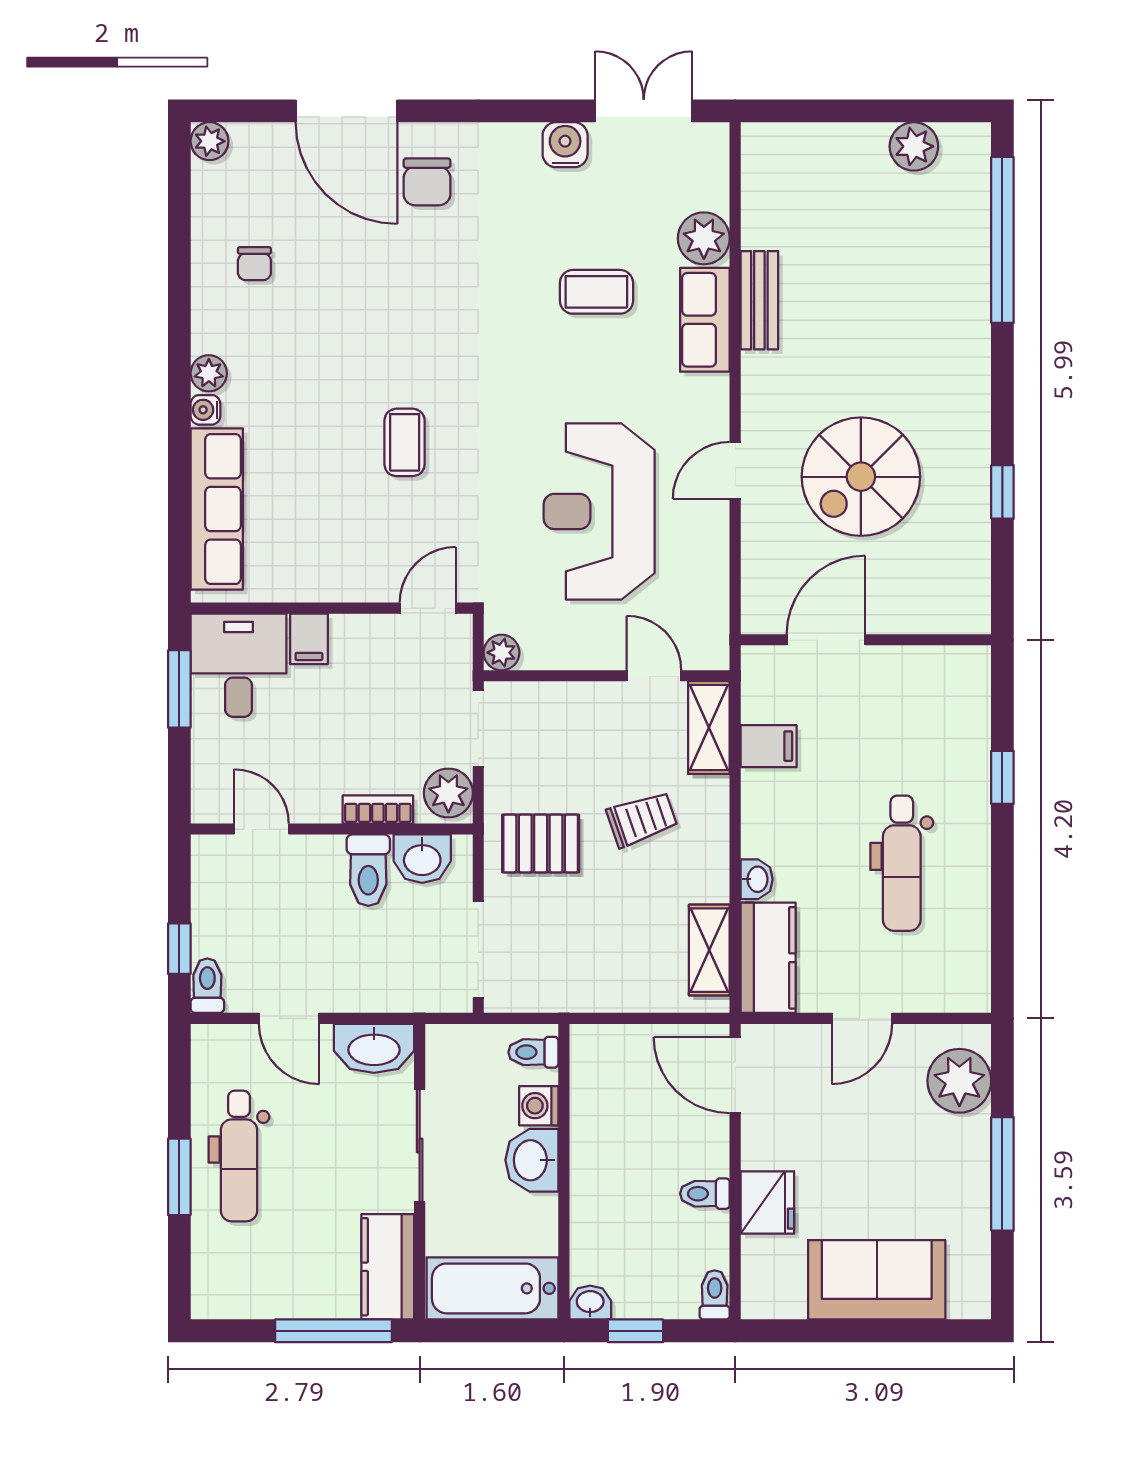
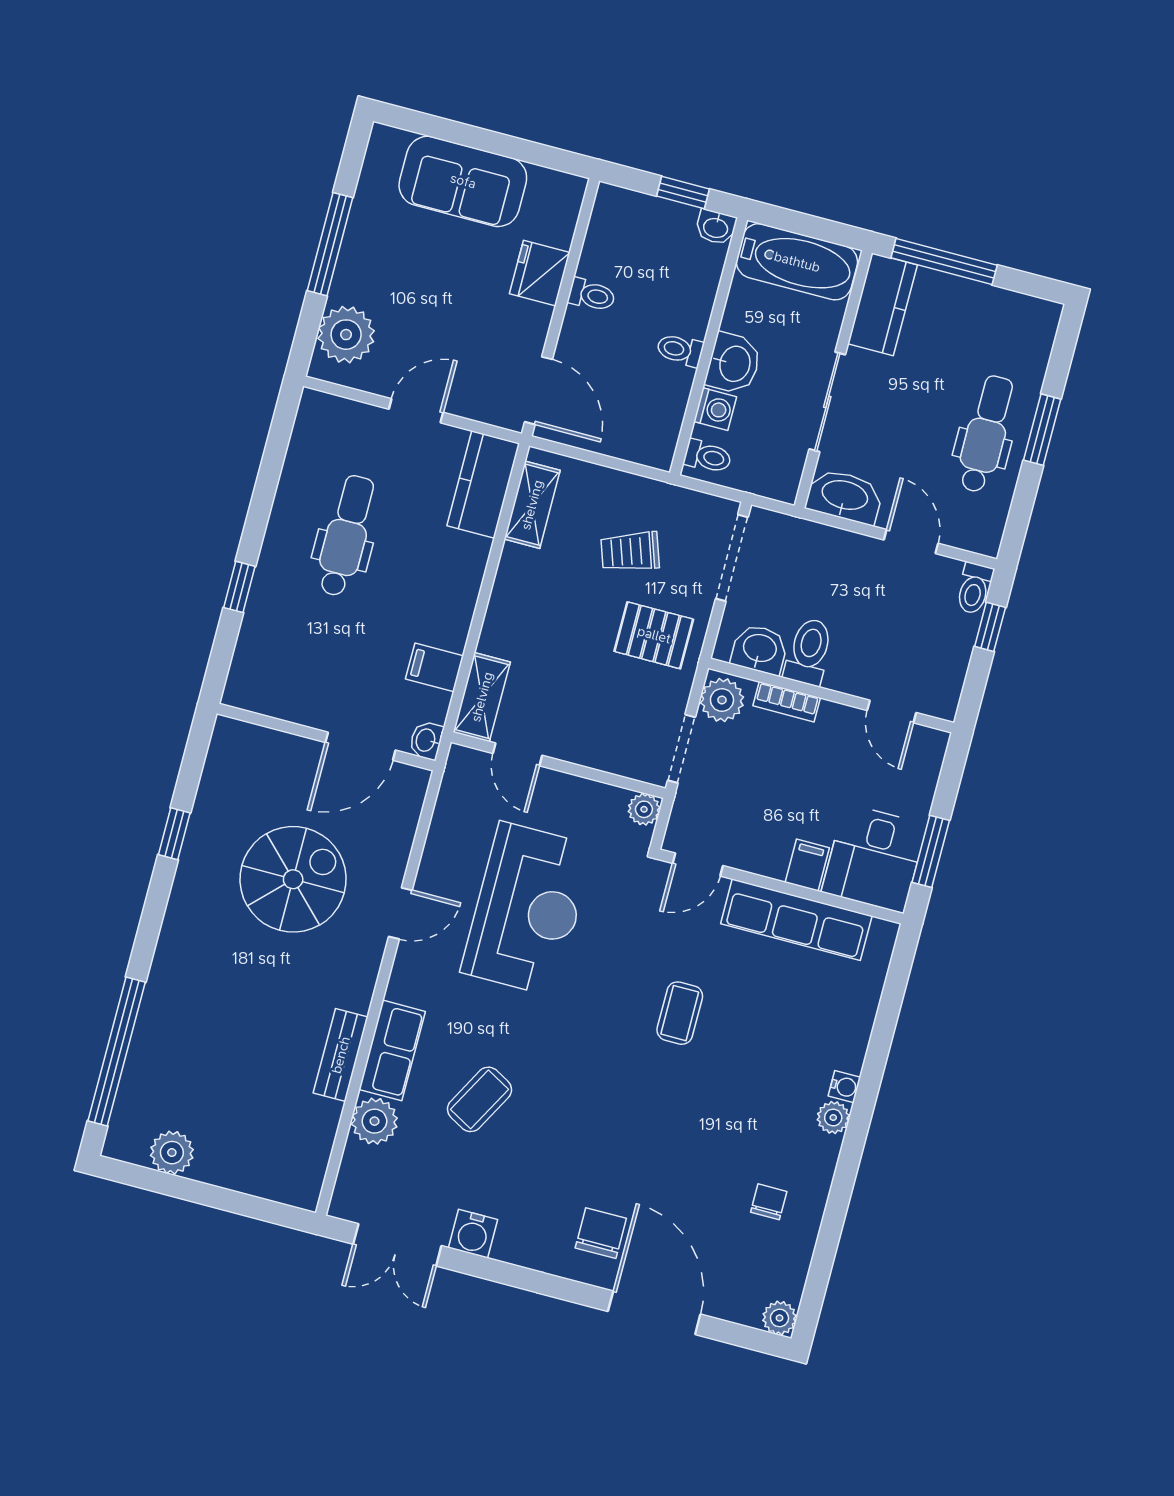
coffee table: (596, 292) -> (479, 1099), turned -61
row of seats: (217, 509) -> (796, 920), moved, turned -90
trolley: (642, 819) -> (630, 552), moved
washbasin: (757, 879) -> (426, 740), moved
toilet: (715, 1295) -> (680, 350), moved, turned 90

